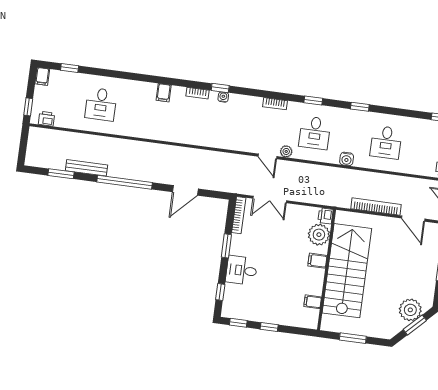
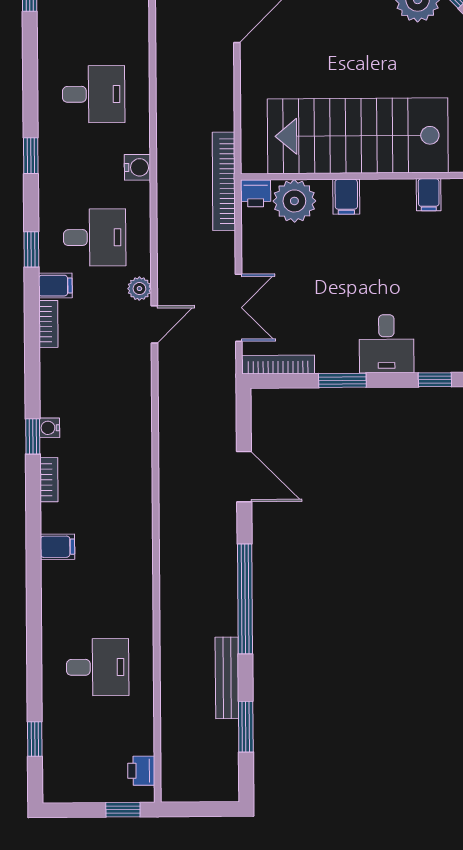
filing cabinet: (42, 76) -> (55, 286), moved
bookcase: (376, 207) -> (224, 181), moved

